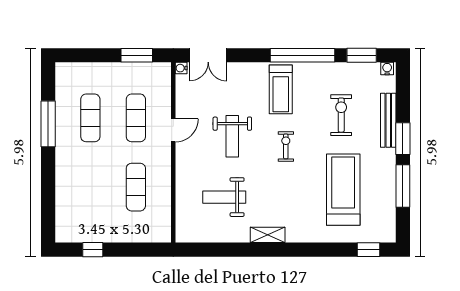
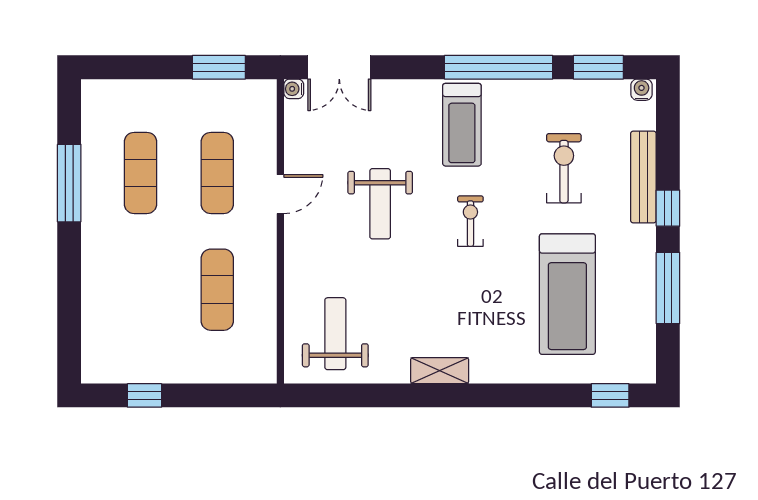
window: (403, 139) -> (668, 208), width x0.67
treadmill: (343, 190) -> (567, 294), turned 180
weight bench: (224, 197) -> (335, 334), moved, turned 90

